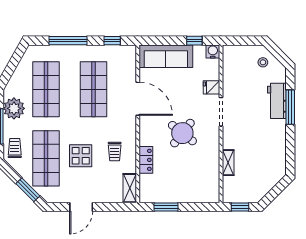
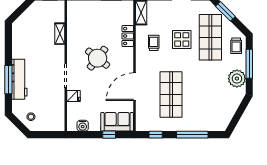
window: (194, 41) -> (109, 135), moved
water cooler: (213, 51) -> (83, 126), moved
sofa: (166, 56) -> (117, 122), width x0.73
shop shelf: (46, 89) -> (210, 94), removed
door: (138, 99) -> (135, 87), hinge flipped
workbench: (277, 101) -> (19, 79), width x1.38

